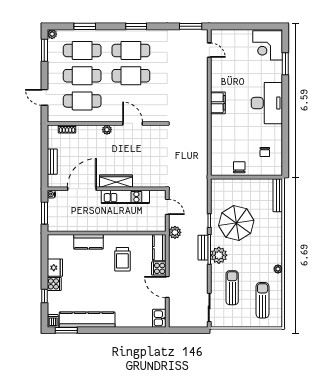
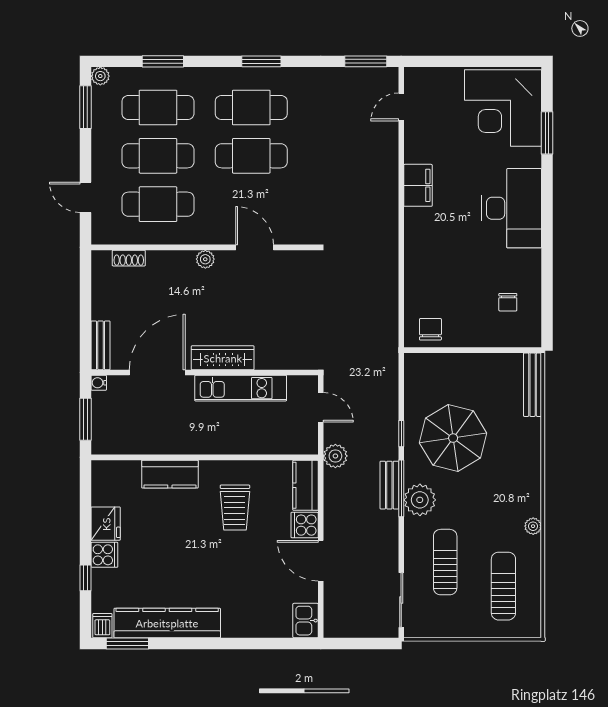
corner desk: (268, 45) -> (503, 108), width x1.36, depth x1.36
door: (209, 50) -> (401, 107), swing flipped
filing cabinet: (218, 103) -> (418, 185), moved
bench: (52, 162) -> (101, 345), moved
chair: (239, 167) -> (430, 329), moved

